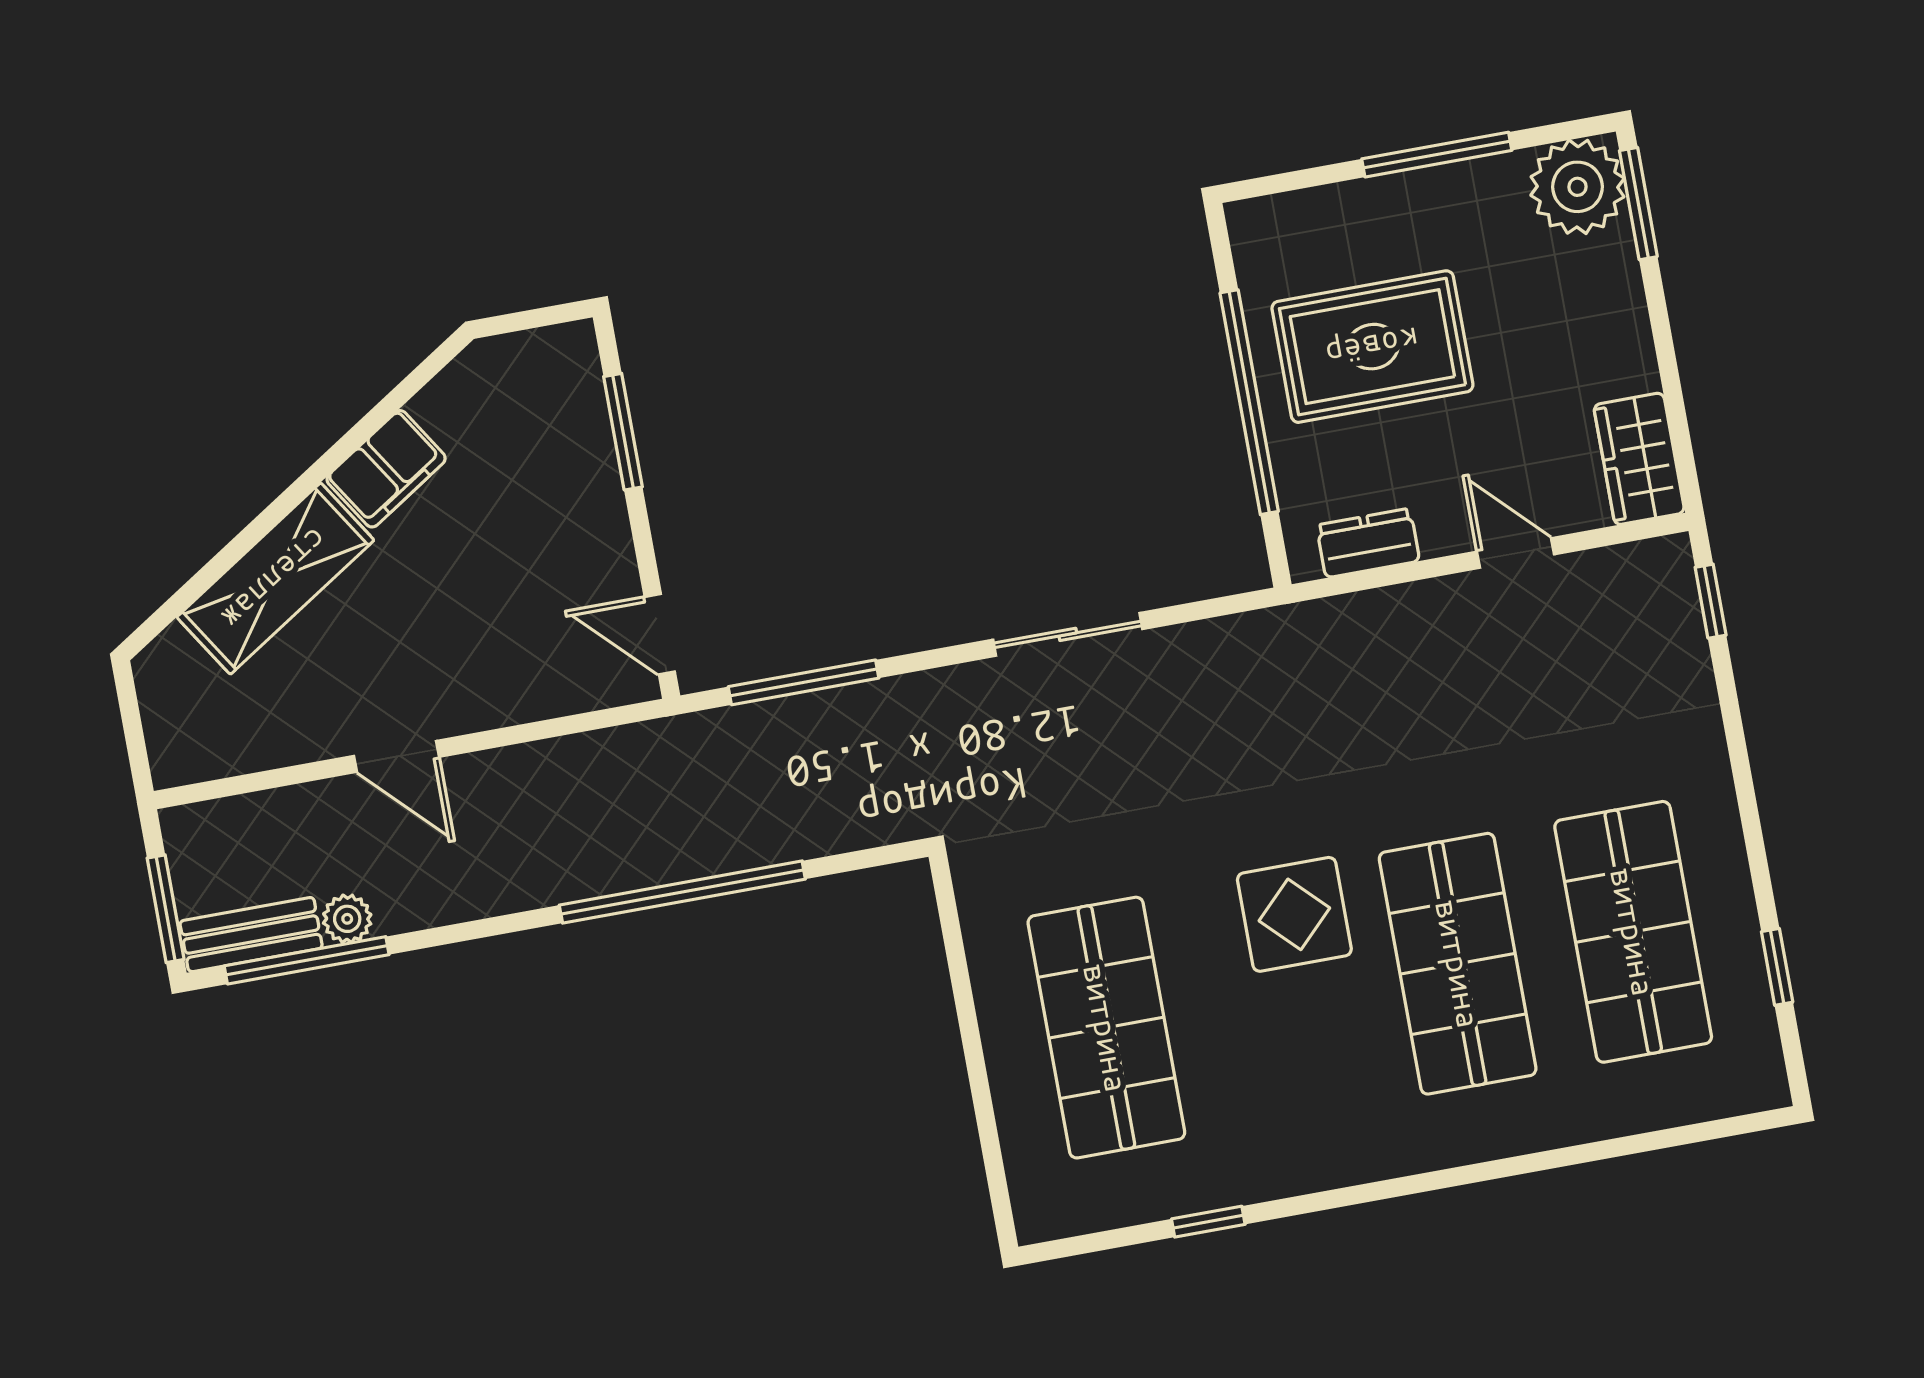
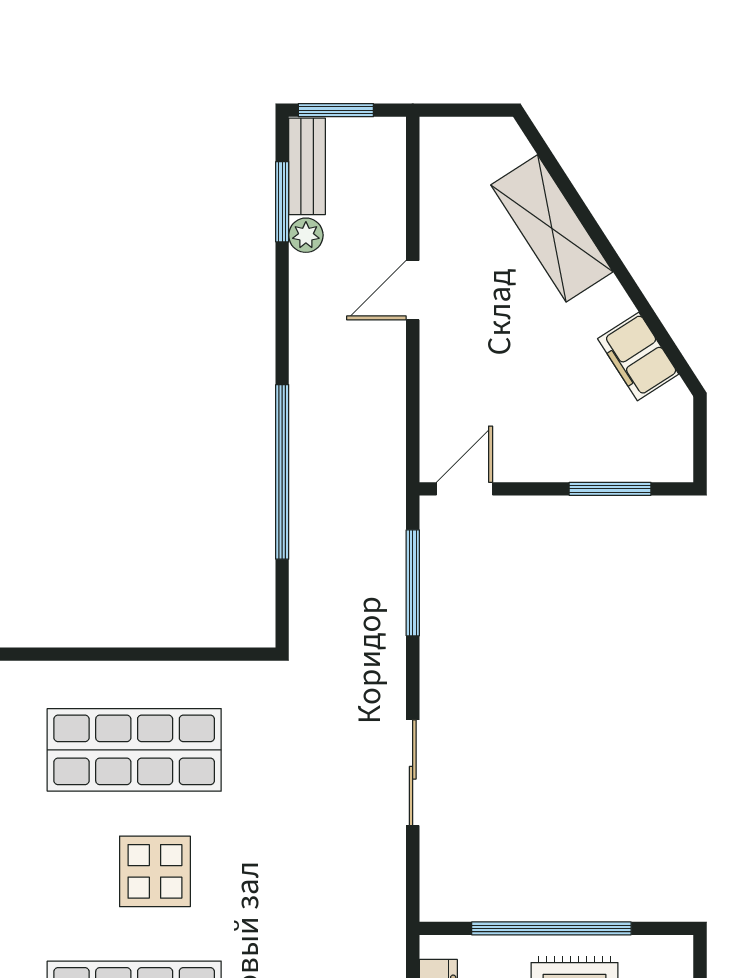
filing cabinet: (386, 469) -> (638, 356), moved
display table: (1294, 914) -> (155, 871), moved
window: (307, 960) -> (282, 202), width x0.69

